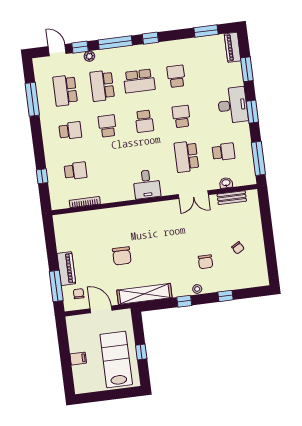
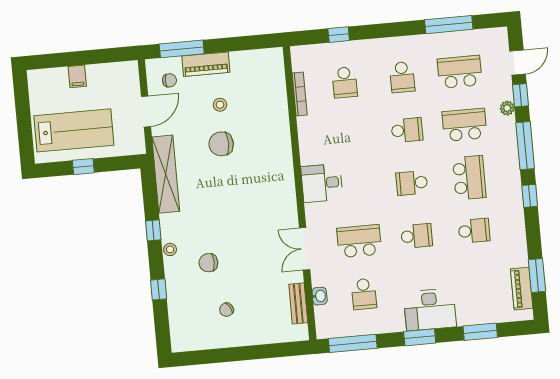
piano: (233, 47) -> (522, 289), moved, turned -90
school desk: (139, 81) -> (469, 178), turned 180
stool: (94, 258) -> (220, 105), added

